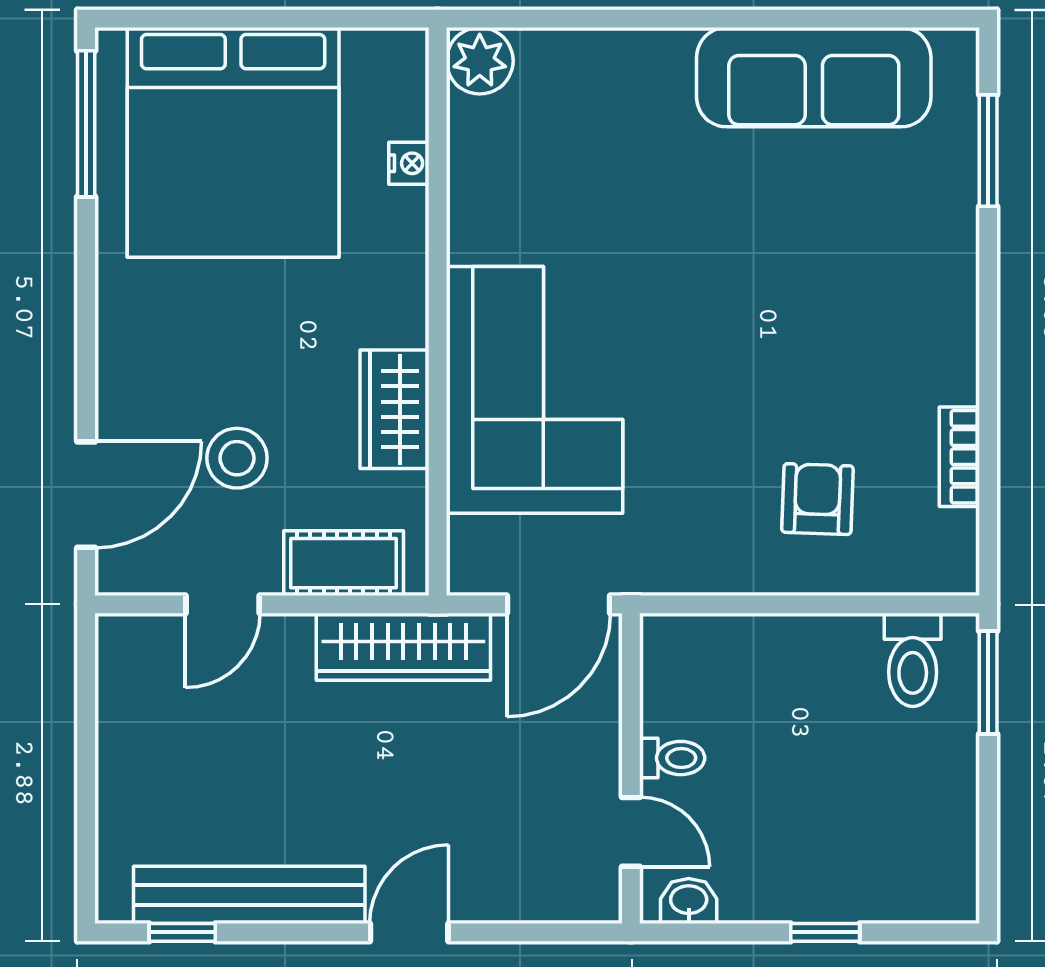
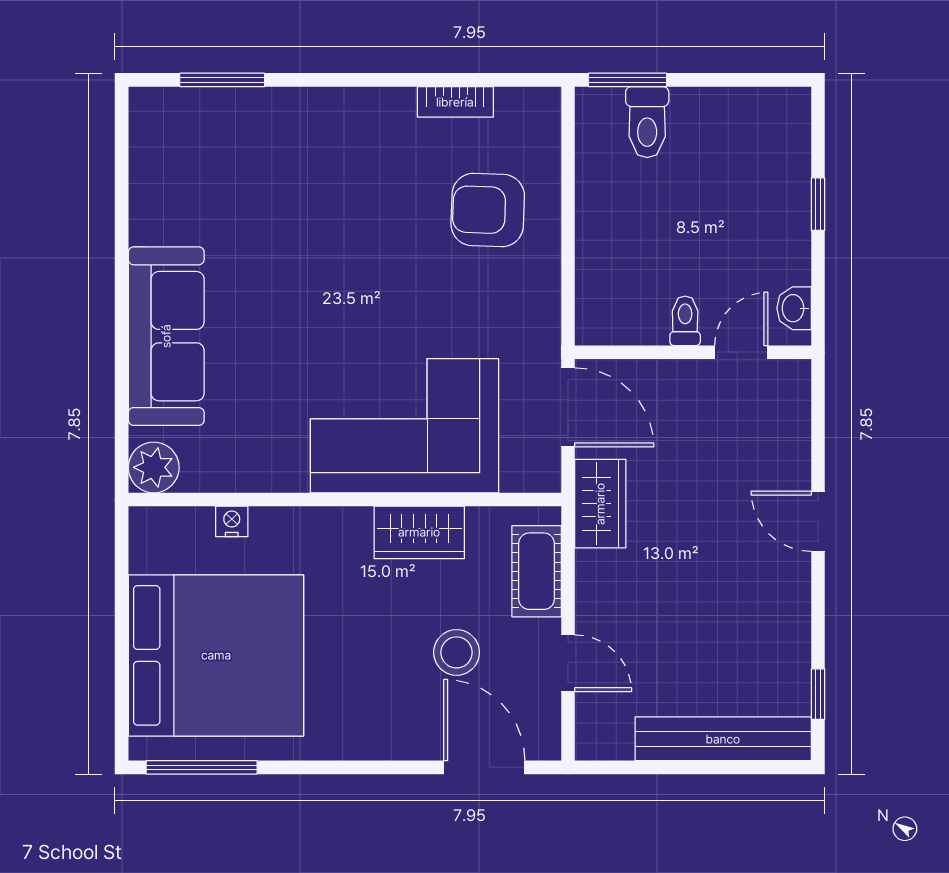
sofa: (814, 77) -> (166, 336), moved
armchair: (817, 499) -> (488, 210), width x1.38, depth x1.38
wardrobe: (403, 647) -> (600, 504), width x0.67
toilet: (913, 660) -> (647, 122), moved, turned 90
bench: (249, 895) -> (723, 739), moved, turned 90

